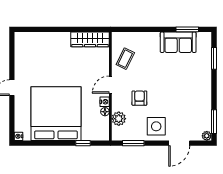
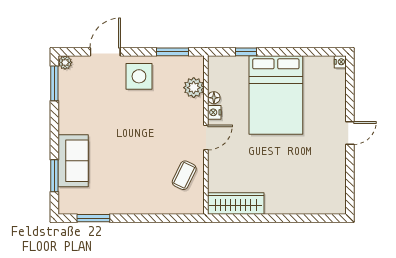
sofa: (178, 42) -> (73, 161), moved, turned 90
armchair: (139, 98) -> (163, 118), removed
bed: (56, 114) -> (276, 95), width x0.73

